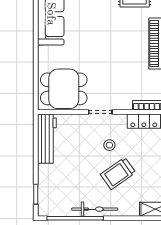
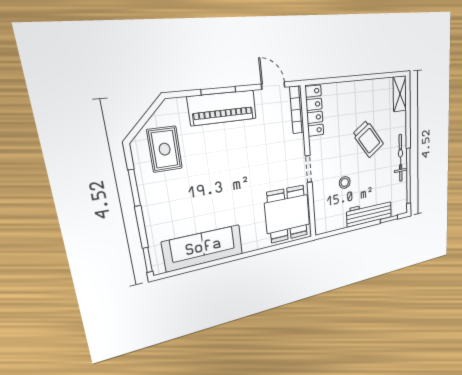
workbench: (47, 139) -> (369, 213), moved
stool: (109, 145) -> (345, 182), moved

